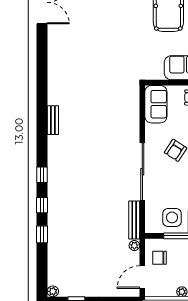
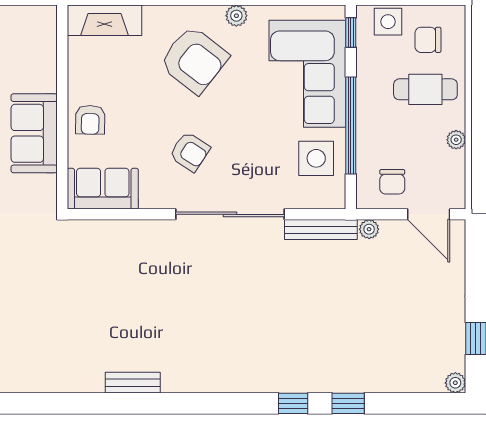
window: (42, 175) -> (236, 403), removed

